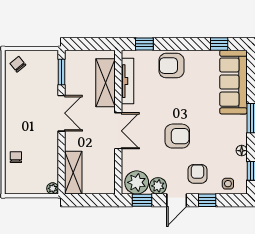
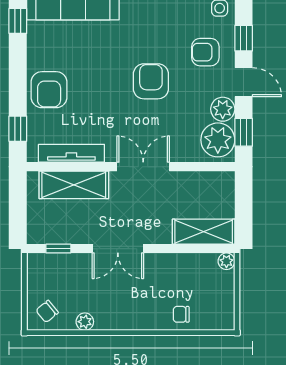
window: (61, 72) -> (58, 249), width x0.67
plant: (11, 90) -> (85, 322), added
double door: (61, 113) -> (118, 249), swing flipped

